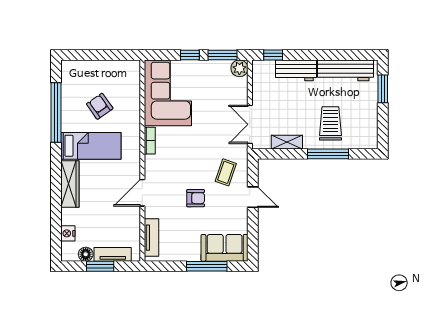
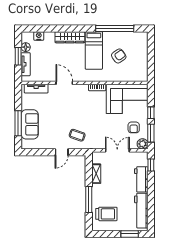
trolley: (330, 123) -> (106, 214), moved
double door: (250, 124) -> (117, 150), moved
armchair: (196, 198) -> (134, 127), moved
sofa: (225, 248) -> (30, 124), moved

